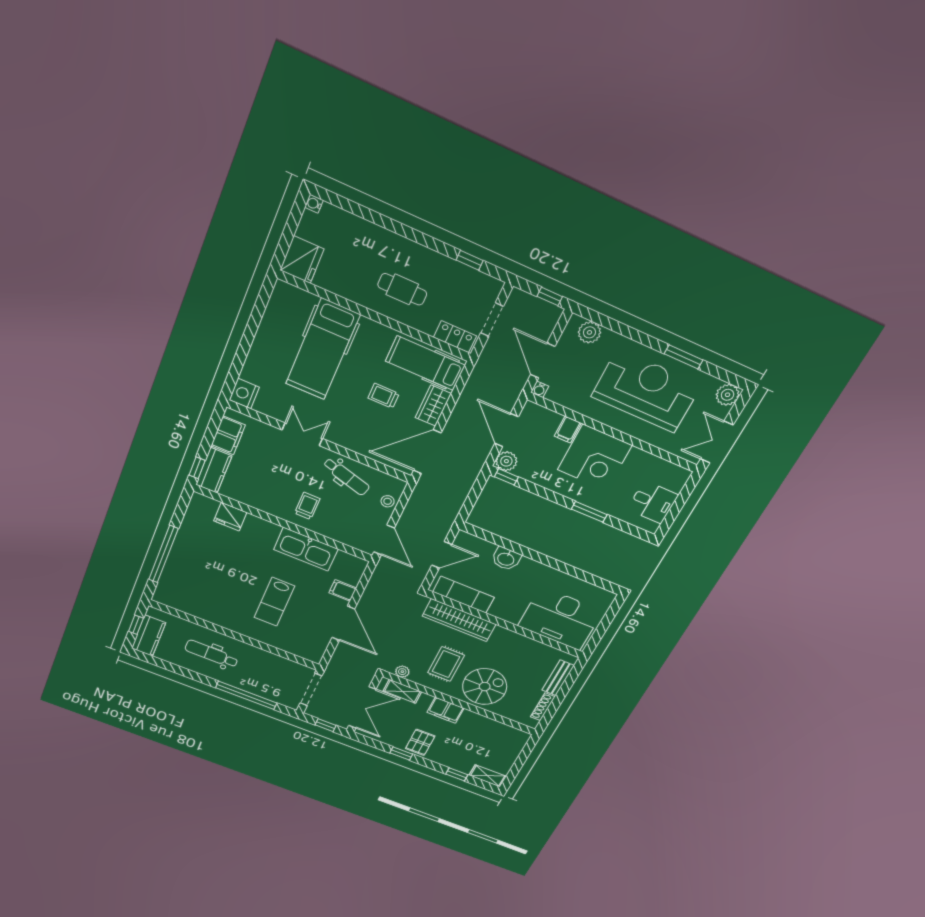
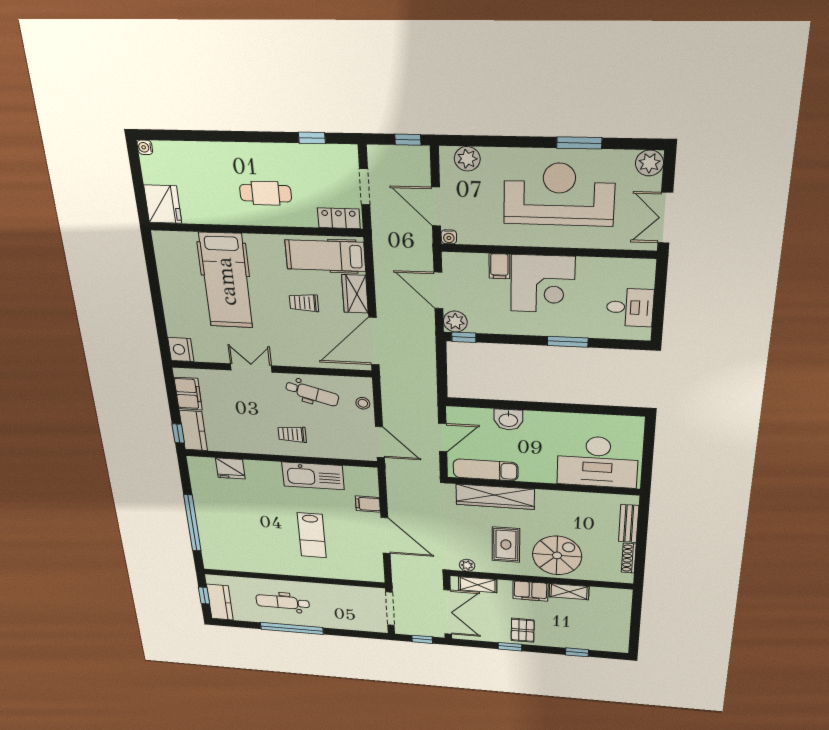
trolley: (307, 506) -> (292, 434), turned -90
window: (246, 695) -> (292, 628), moved
shelving: (488, 776) -> (569, 592), moved

